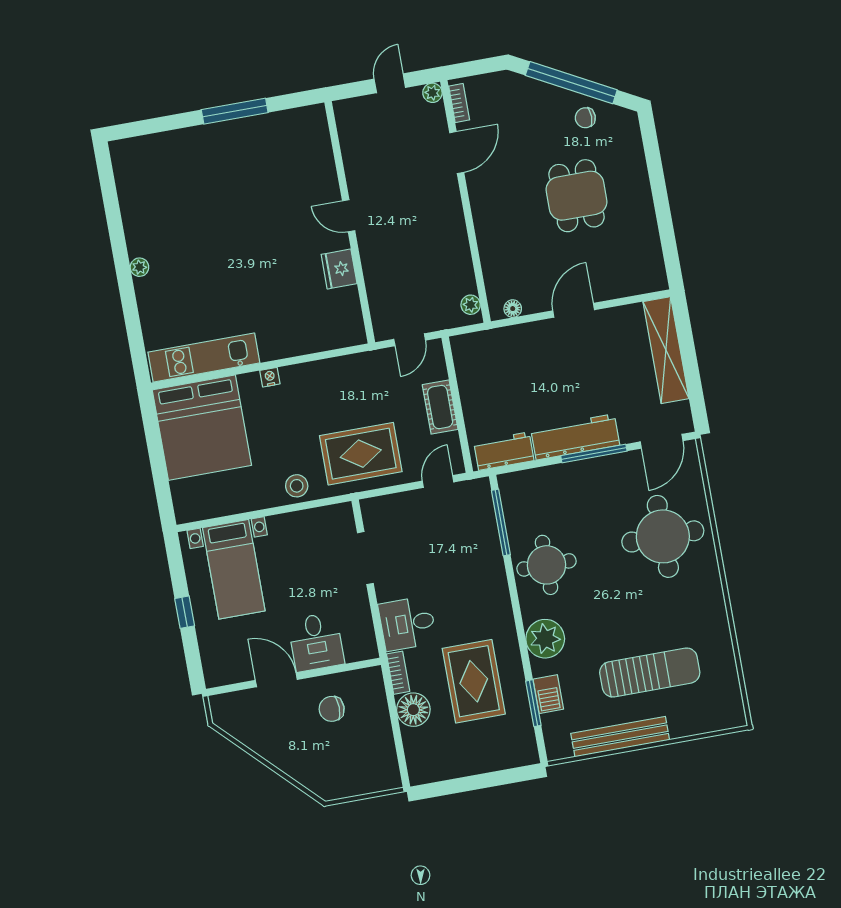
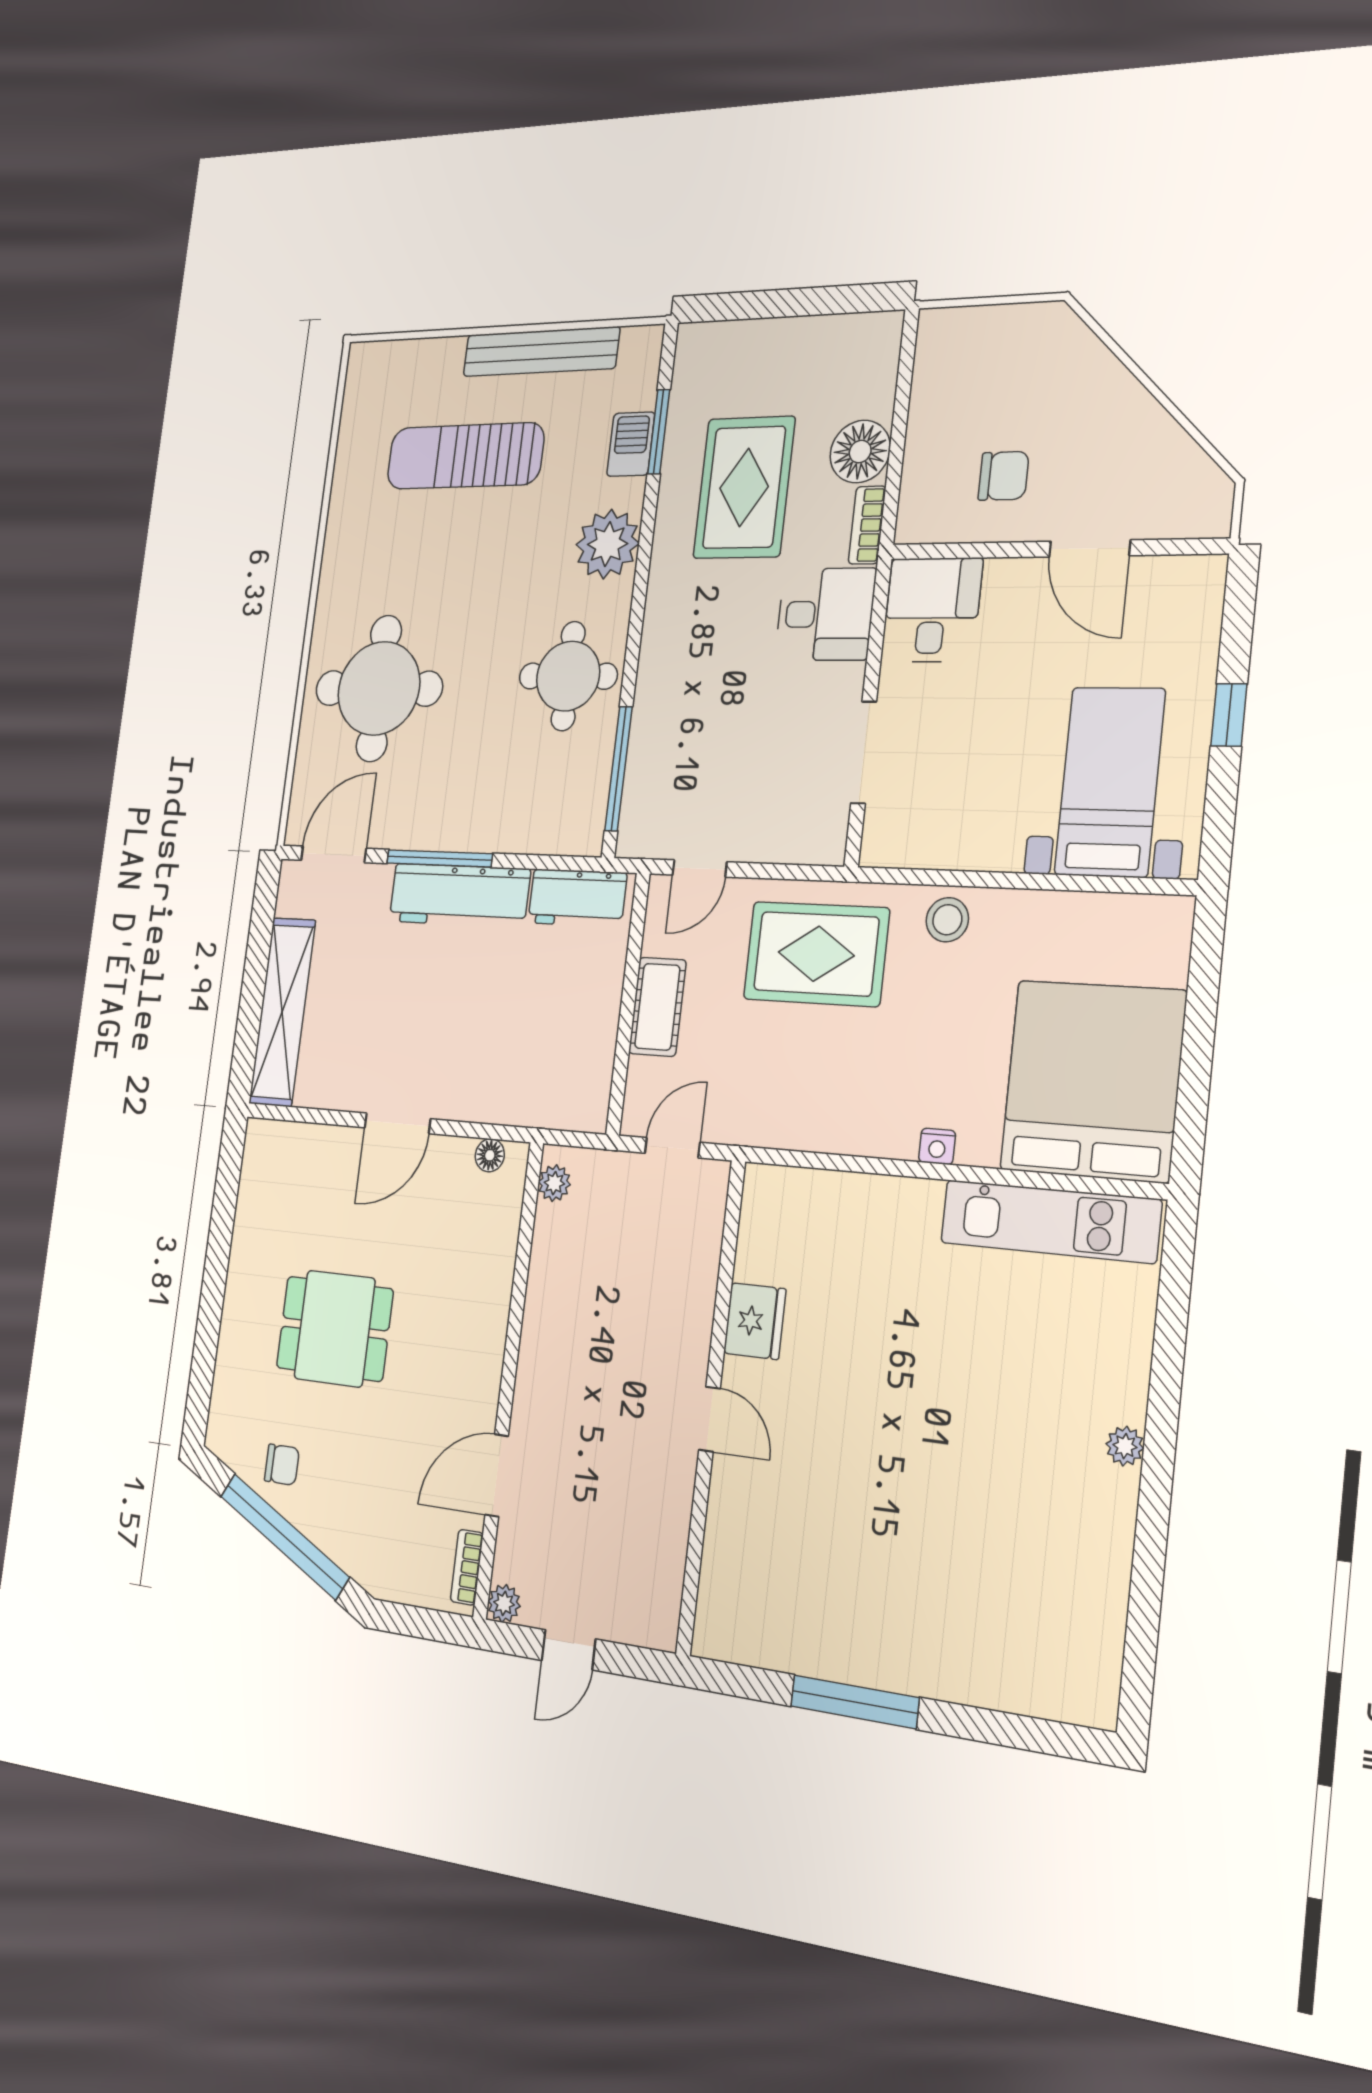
dining table: (577, 196) -> (335, 1329), turned 90
desk: (316, 642) -> (932, 610), moved

